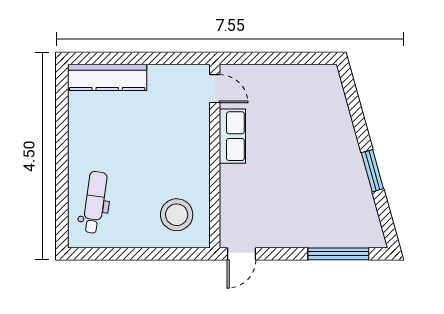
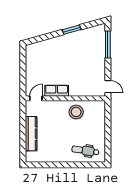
kitchen counter: (107, 77) -> (31, 134), moved
stool: (177, 215) -> (76, 112), moved

